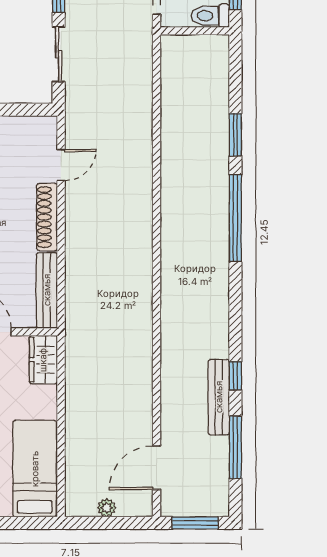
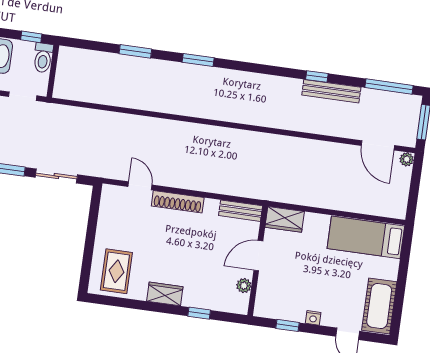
window: (235, 218) -> (198, 60), width x0.47
bench: (47, 290) -> (241, 211), width x0.73
window: (235, 447) -> (389, 87), moved
plant: (107, 508) -> (407, 159), moved

